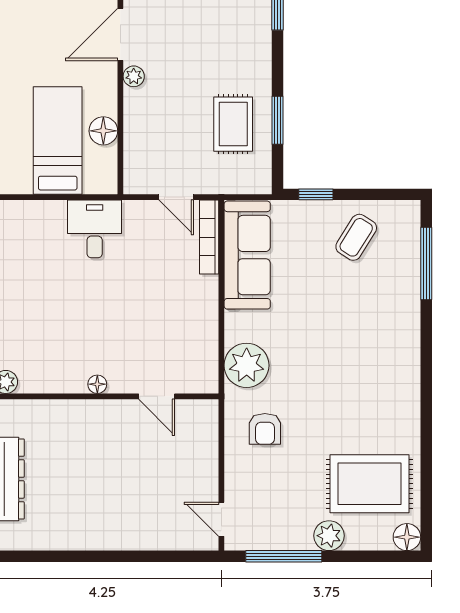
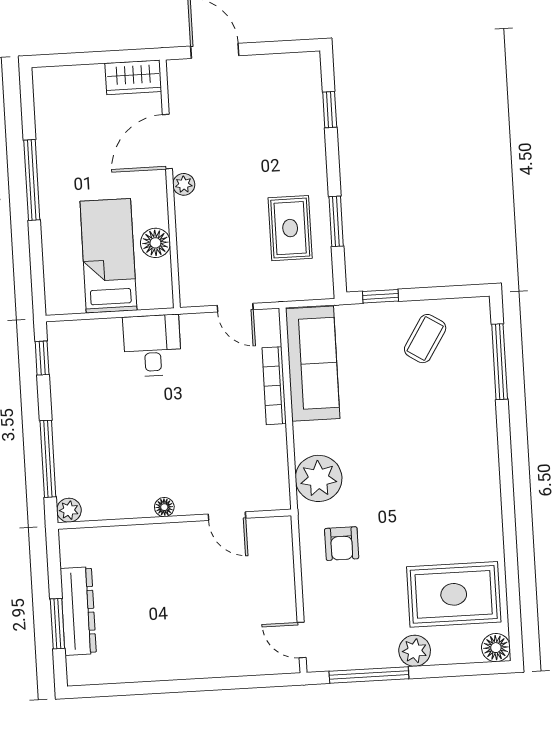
bookcase: (209, 237) -> (274, 386), moved

